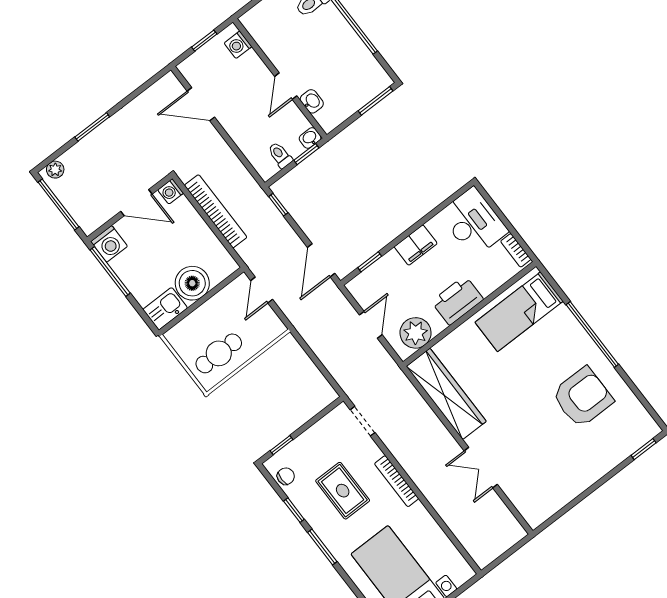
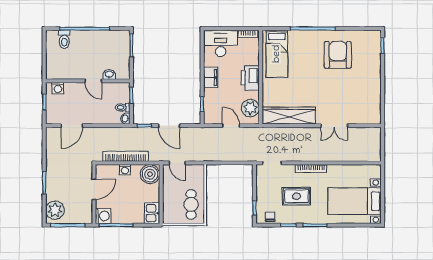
washbasin: (310, 138) -> (125, 119), moved
plant: (55, 170) -> (55, 210), width x1.88, depth x1.88
washing machine: (171, 191) -> (125, 170), moved
door: (321, 260) -> (169, 126), moved
boiler: (192, 283) -> (150, 174), moved

